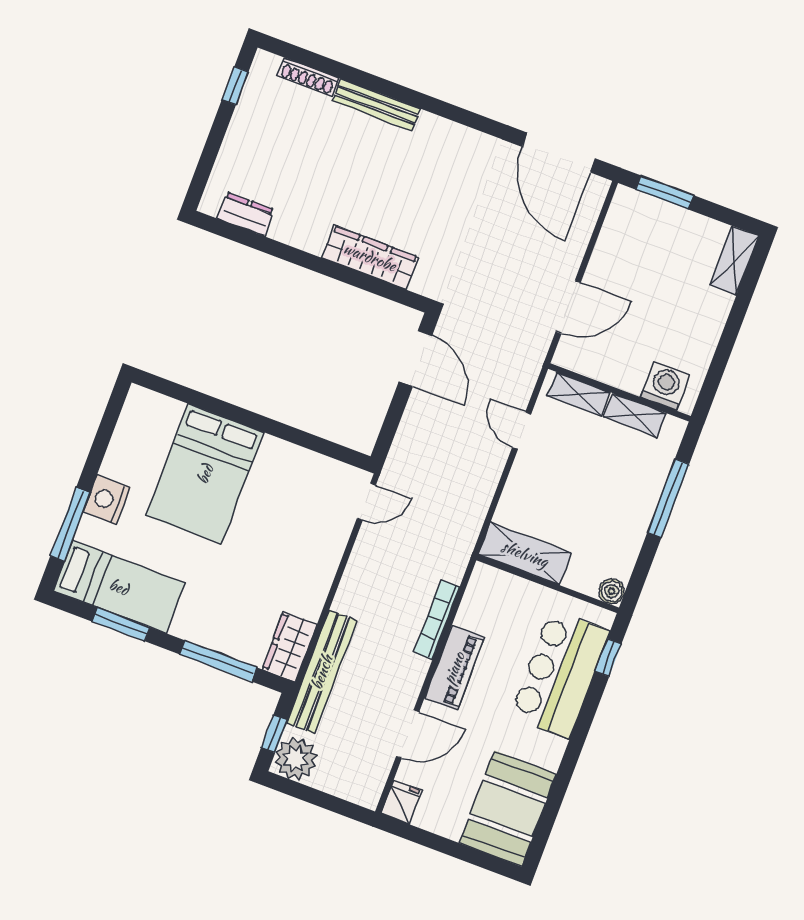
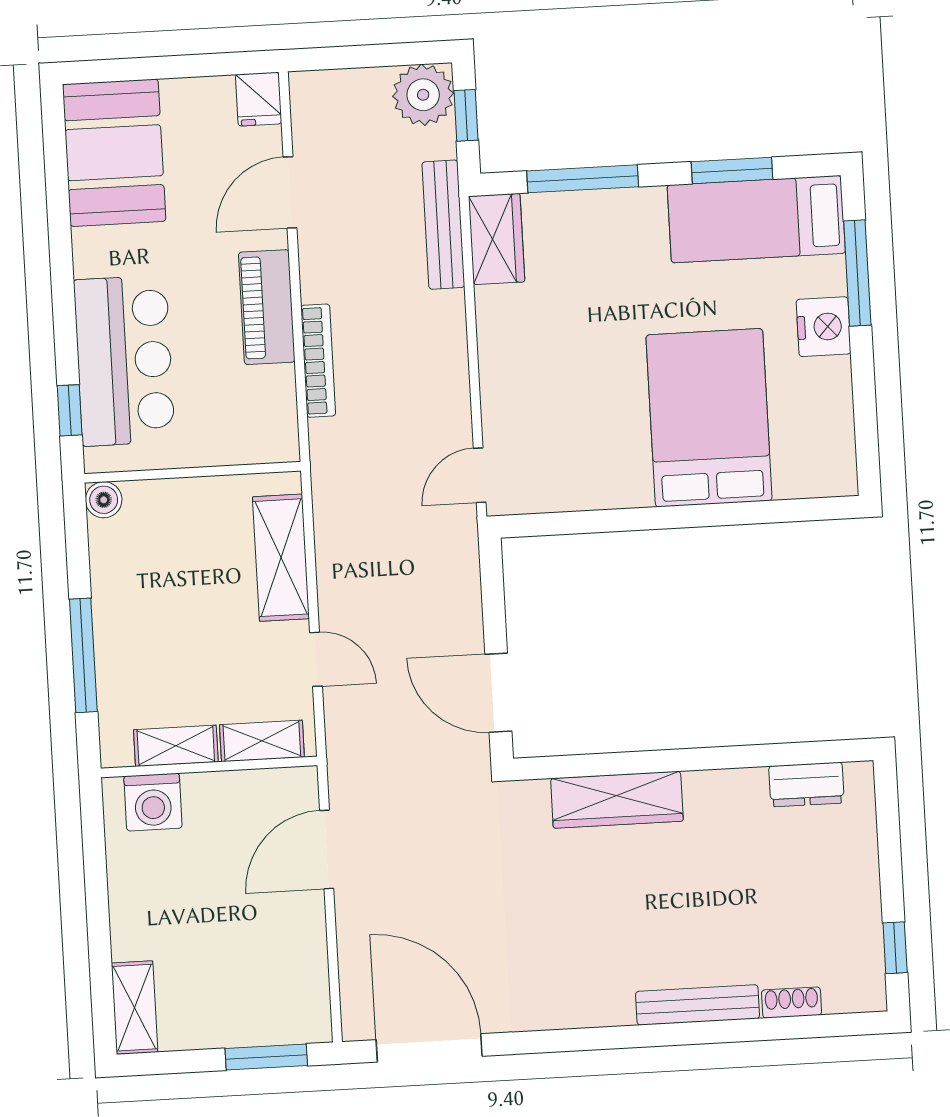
shoe rack: (308, 77) -> (792, 1003), width x0.70
shelving: (525, 554) -> (281, 558), moved, turned 90
bench: (322, 672) -> (443, 225), width x0.73, depth x0.82

